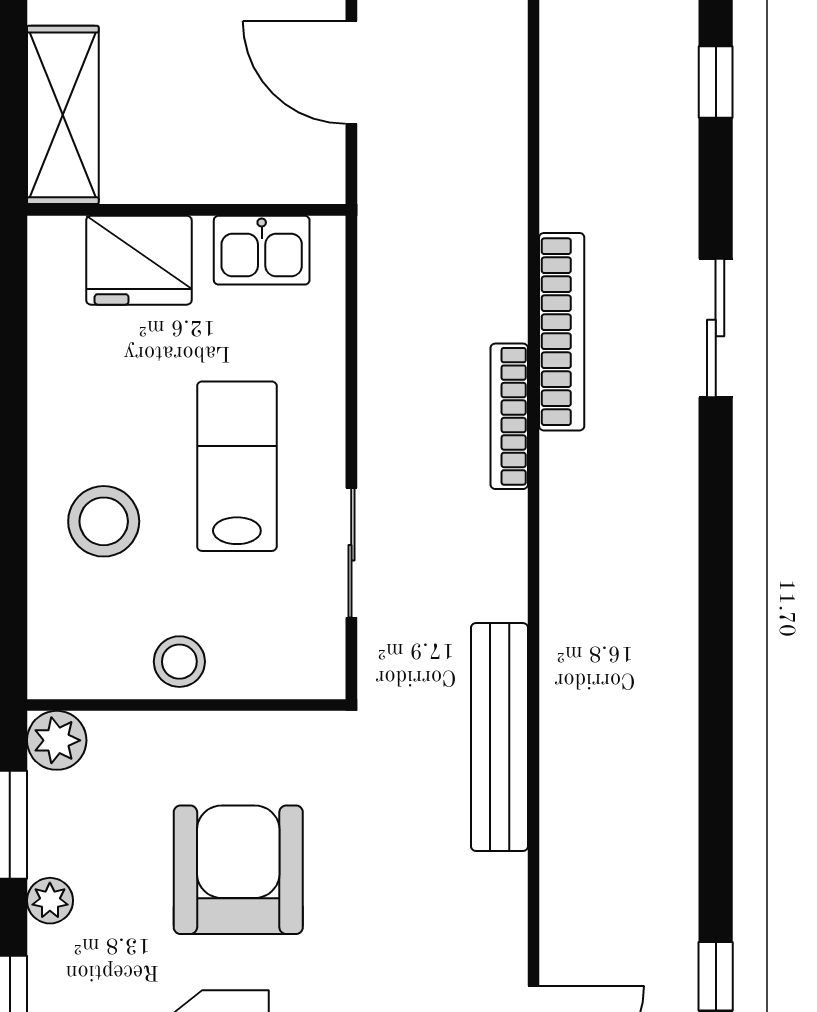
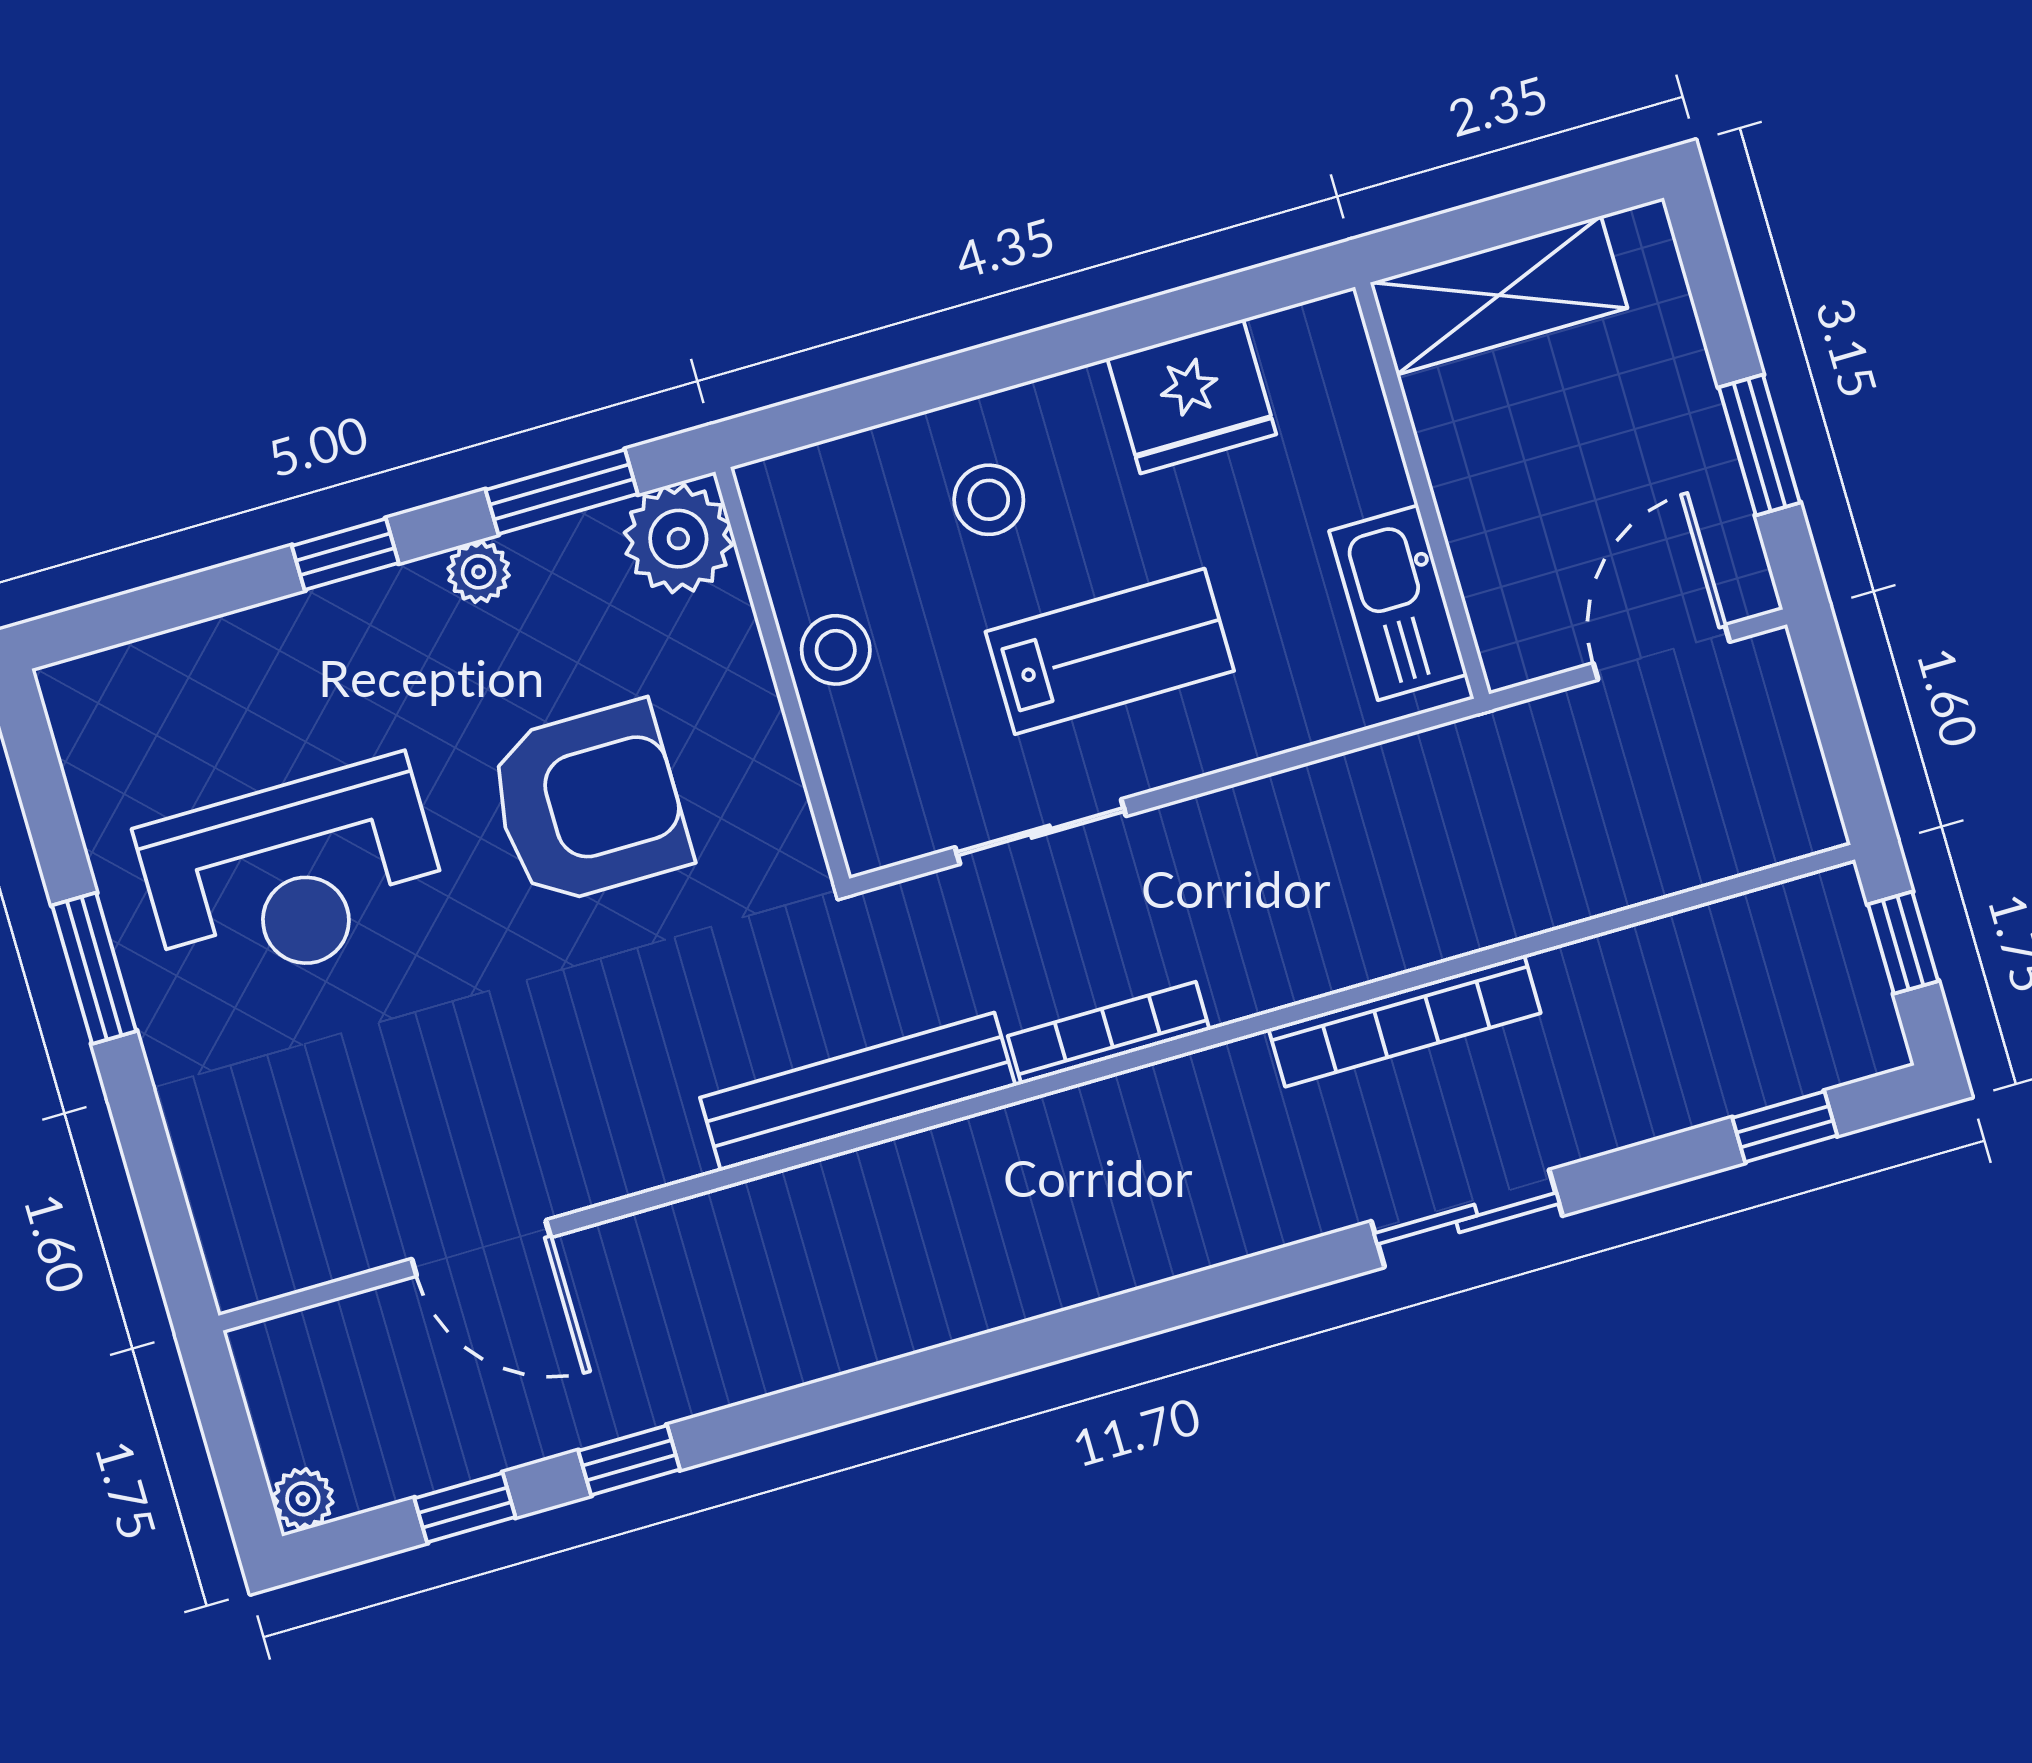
kitchen sink: (262, 250) -> (1398, 603), width x1.38
fridge: (139, 260) -> (1192, 396), moved, turned -90
bookcase: (509, 416) -> (1109, 1033), moved
stool: (104, 521) -> (989, 500), width x0.73, depth x0.73
plant: (57, 740) -> (678, 539), width x1.36, depth x1.36

